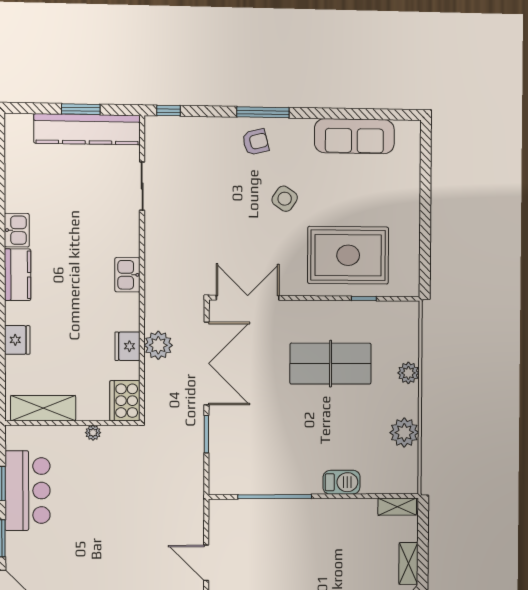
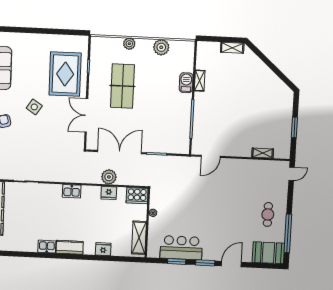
double door: (248, 298) -> (86, 115), moved
shelving: (397, 507) -> (200, 81), moved
door: (206, 563) -> (211, 156), moved

